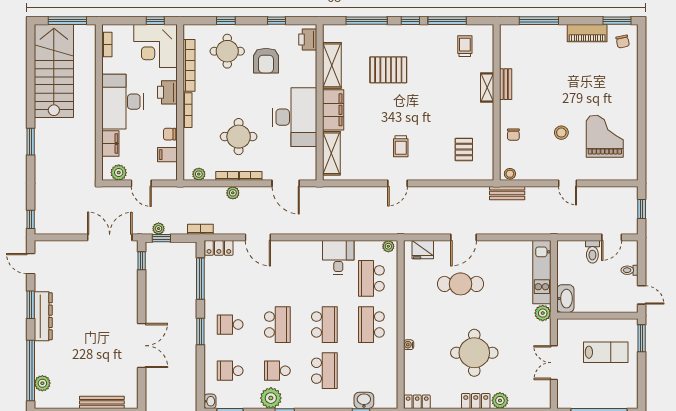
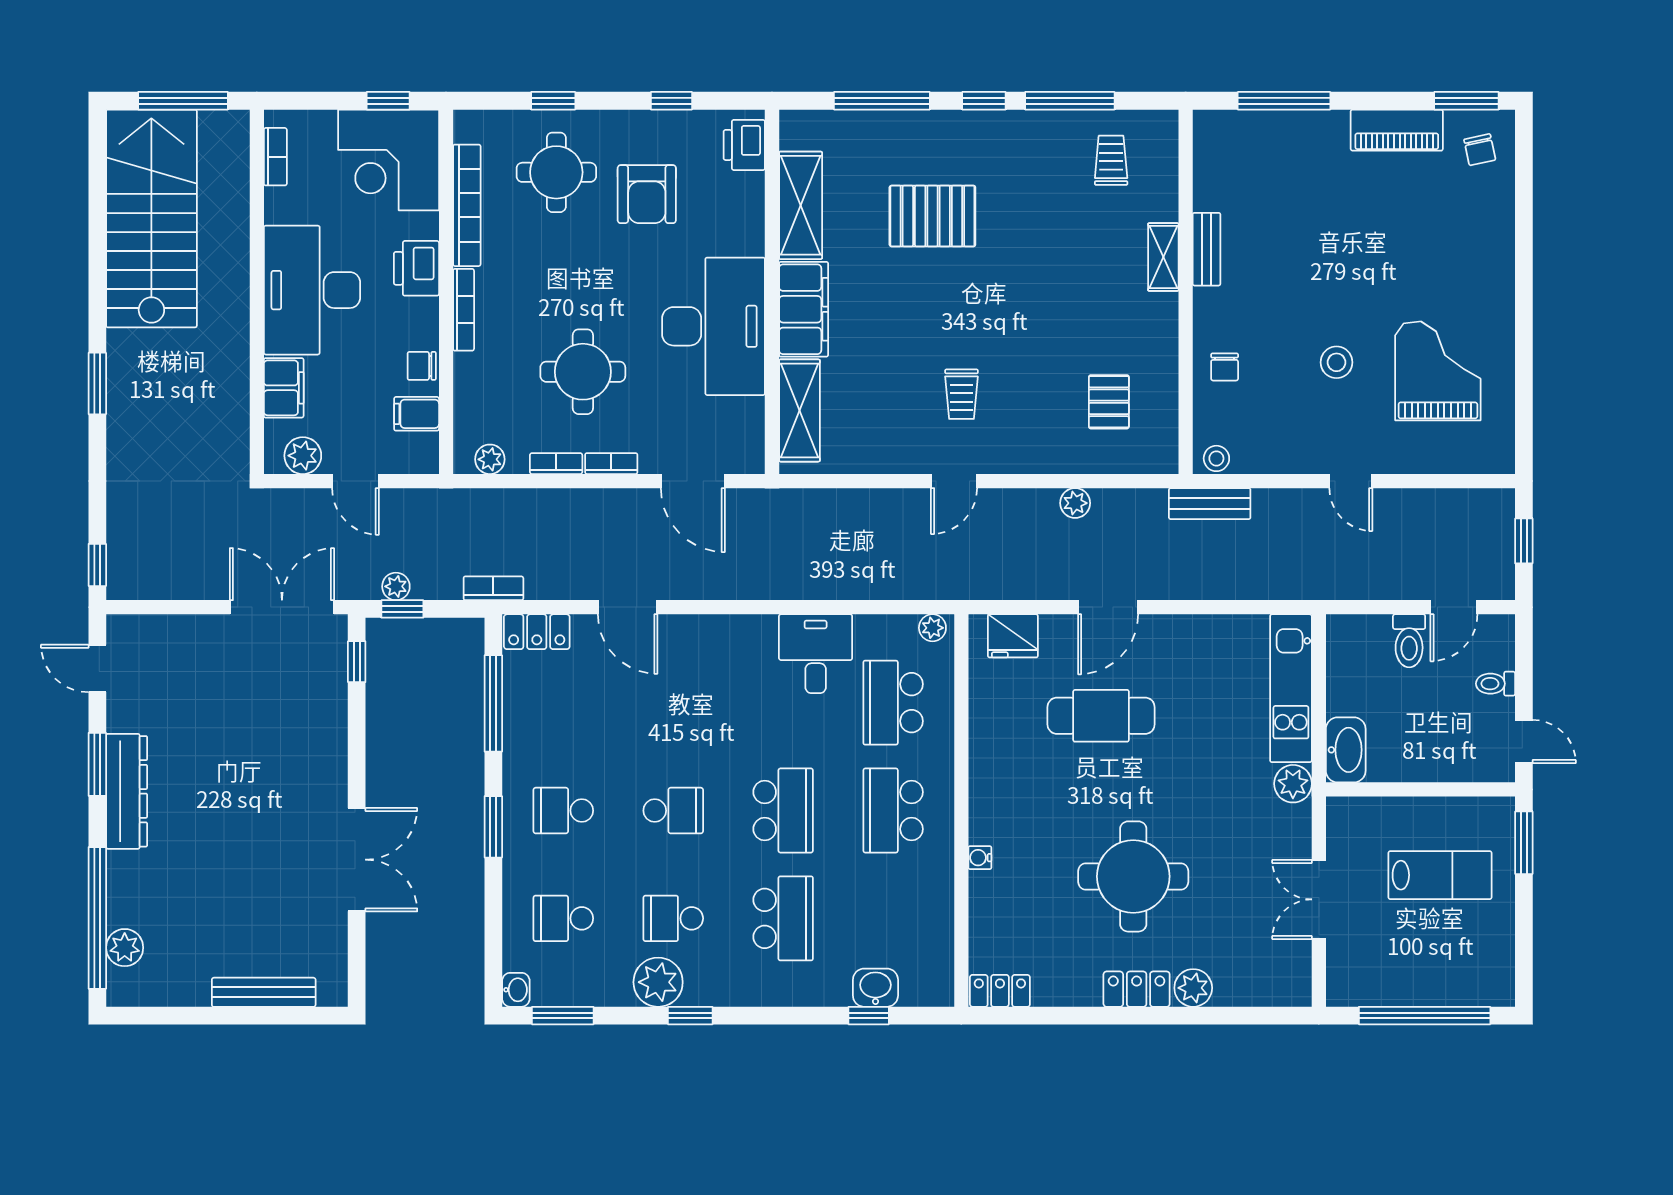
plant: (233, 193) -> (1075, 503), moved
school desk: (277, 325) -> (673, 811), width x0.54

